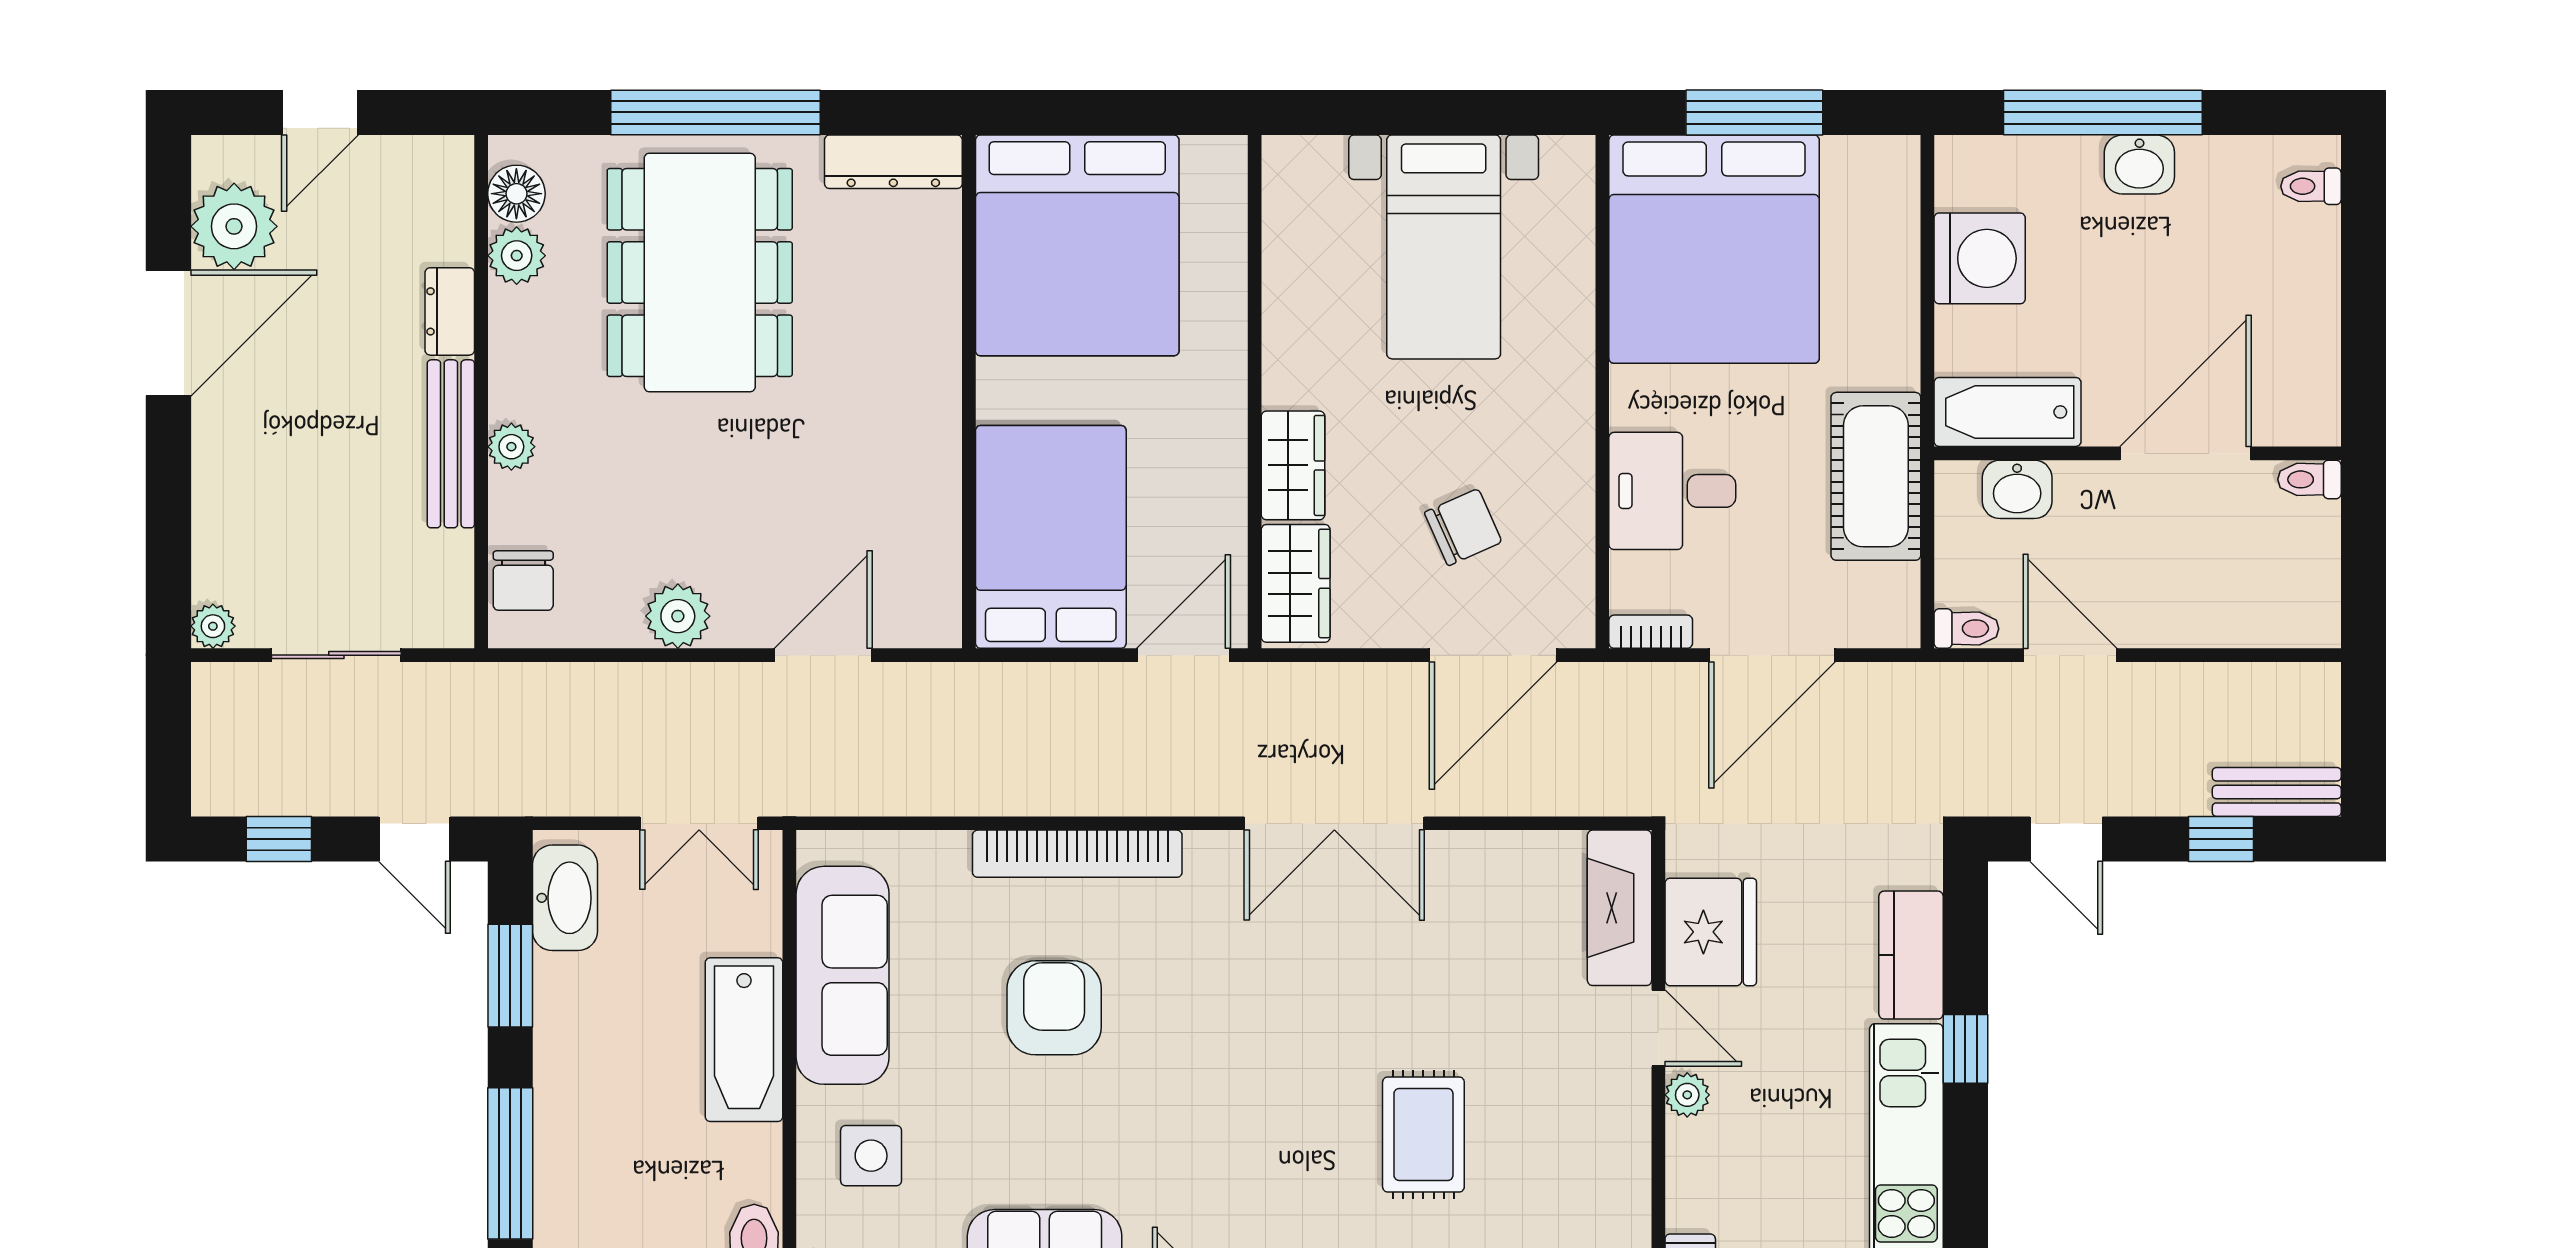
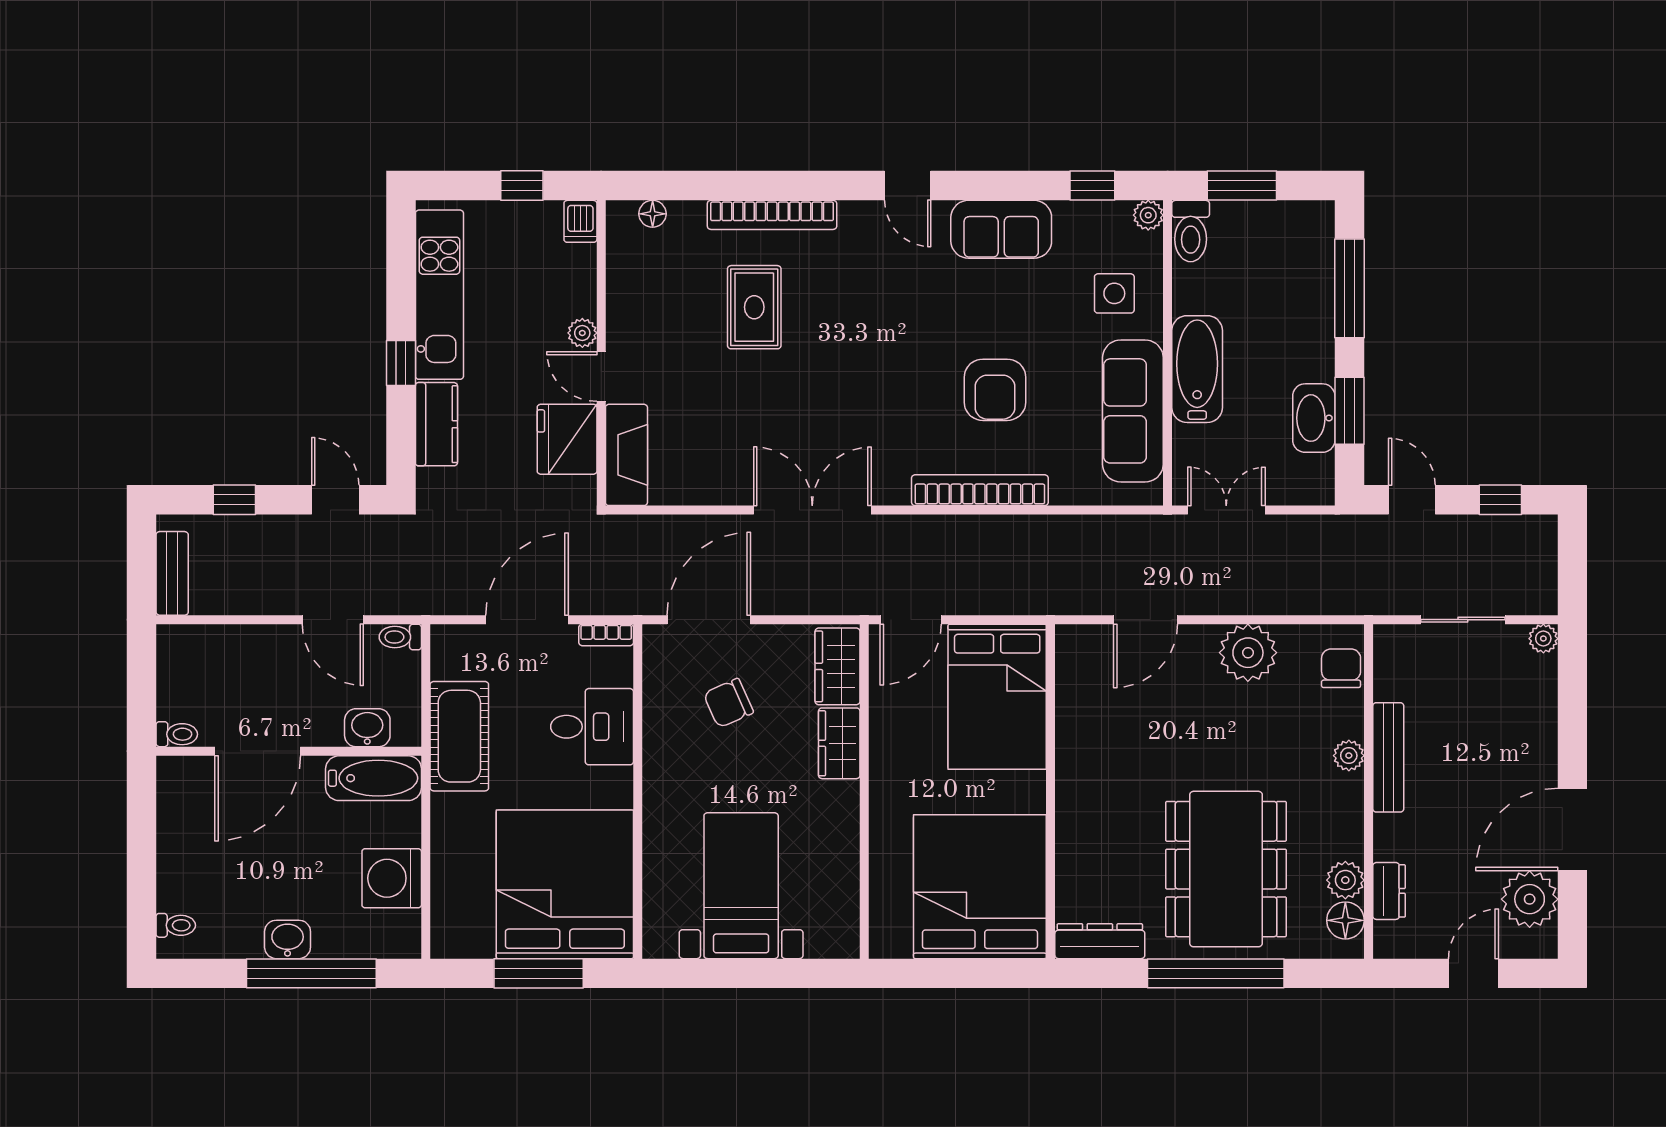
dresser: (450, 311) -> (1389, 891), moved
plant: (678, 616) -> (1248, 653), width x1.36, depth x1.36
bench: (2277, 792) -> (172, 573), moved, turned 90
washbasin: (565, 898) -> (1314, 418), moved

